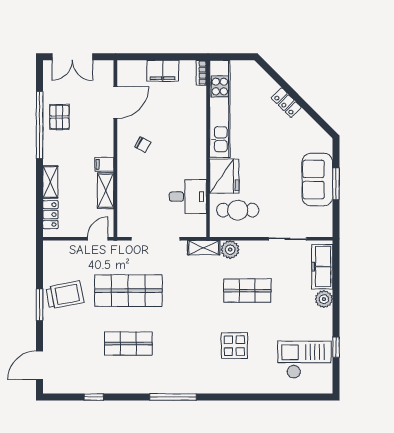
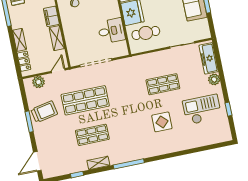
filing cabinet: (104, 164) -> (51, 16), width x2.00
shelving: (204, 248) -> (98, 163), moved
plant: (230, 250) -> (39, 82), moved
checkout: (304, 360) -> (202, 110), moved

